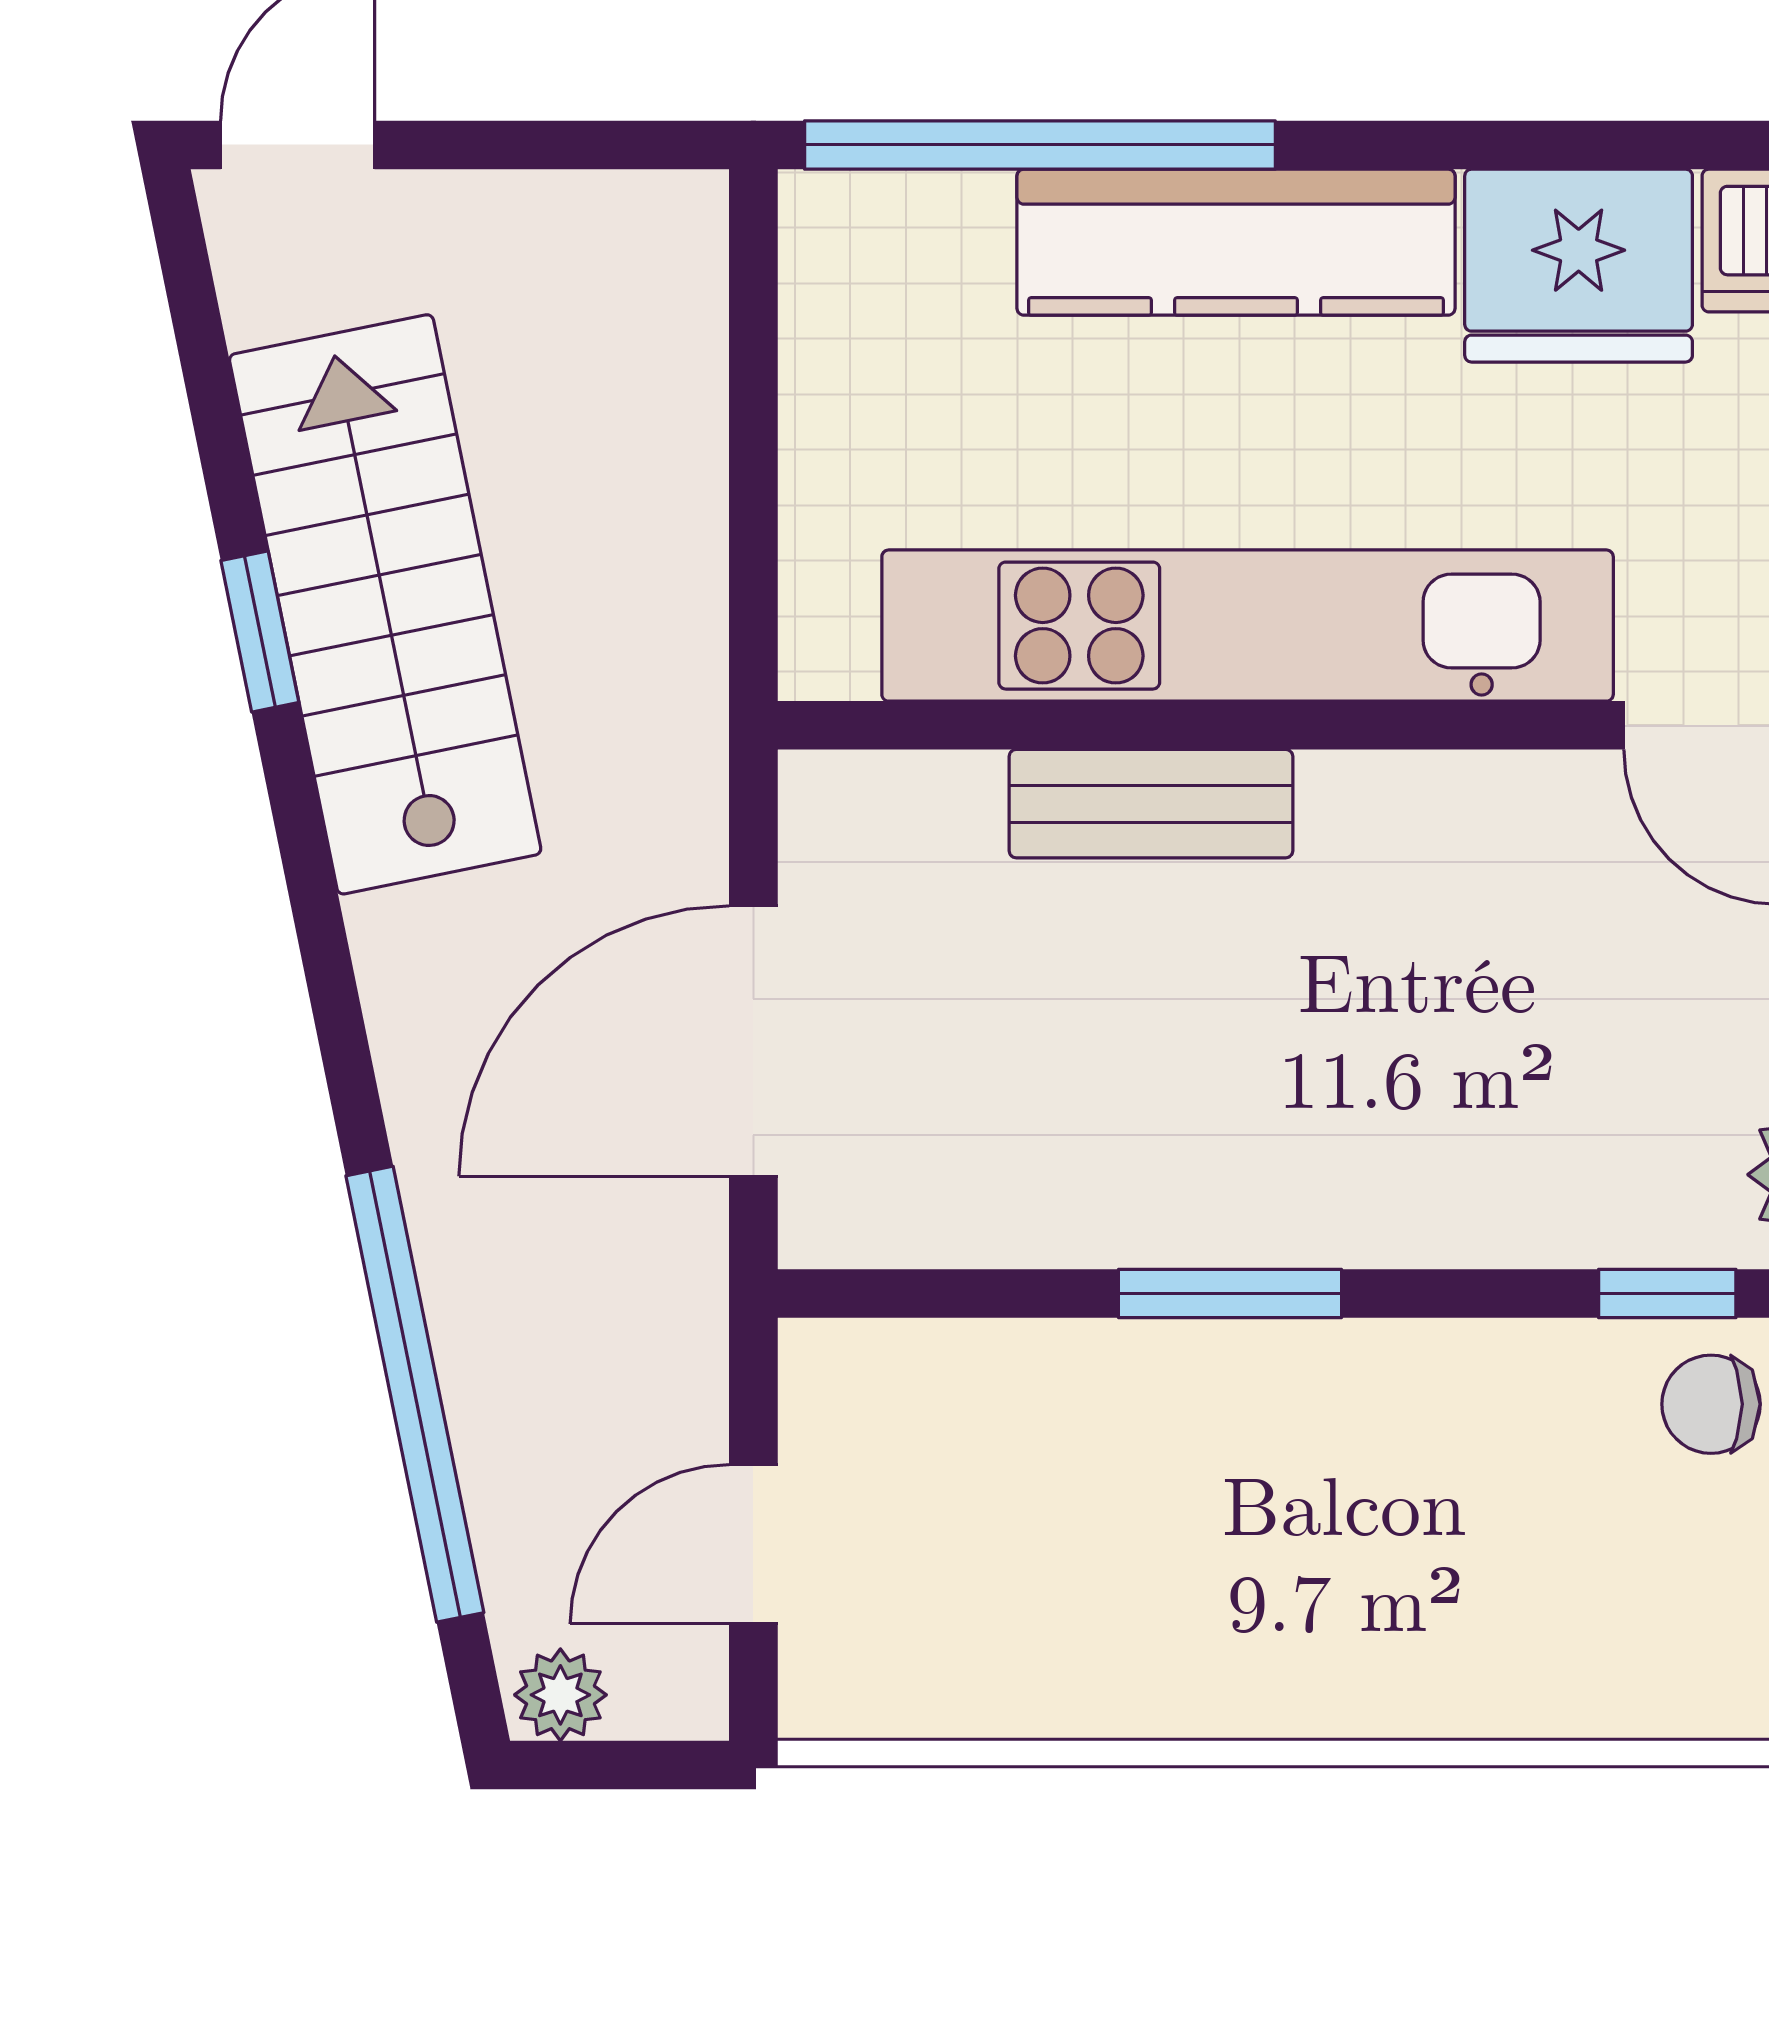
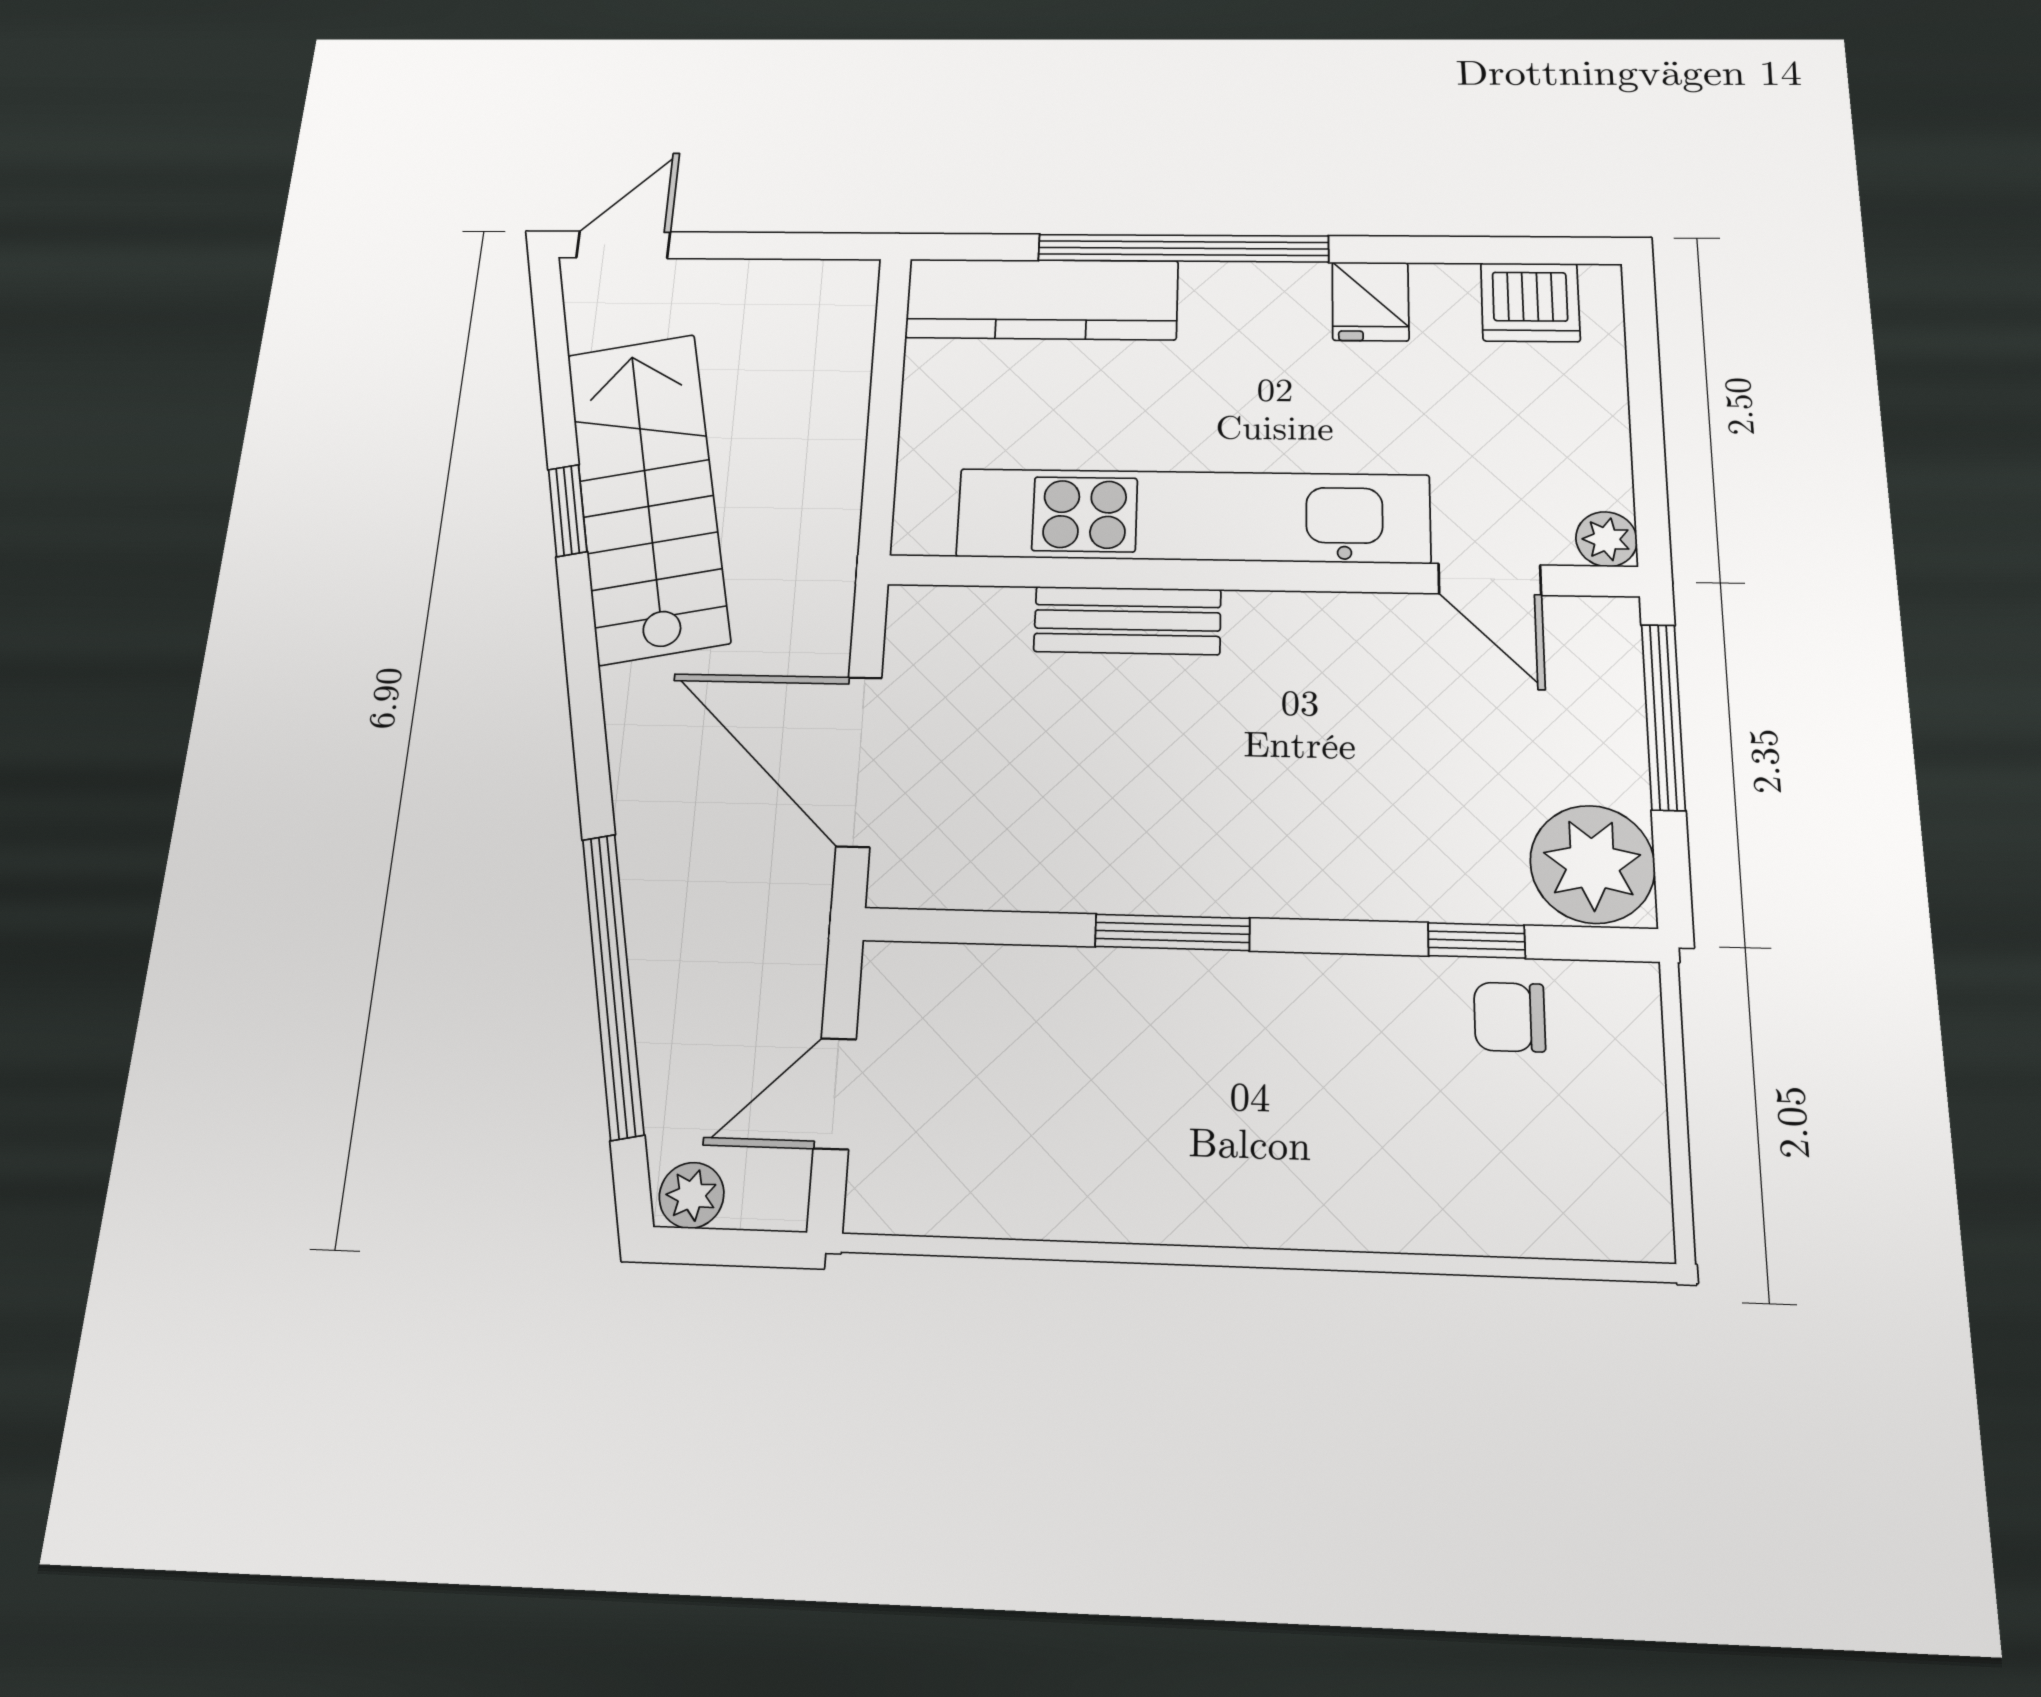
window: (1040, 145) -> (1183, 248), moved
kitchen counter: (1236, 242) -> (1042, 299), moved
fridge: (1579, 266) -> (1370, 301), width x0.53, depth x0.75
door: (753, 1041) -> (859, 761), hinge flipped

